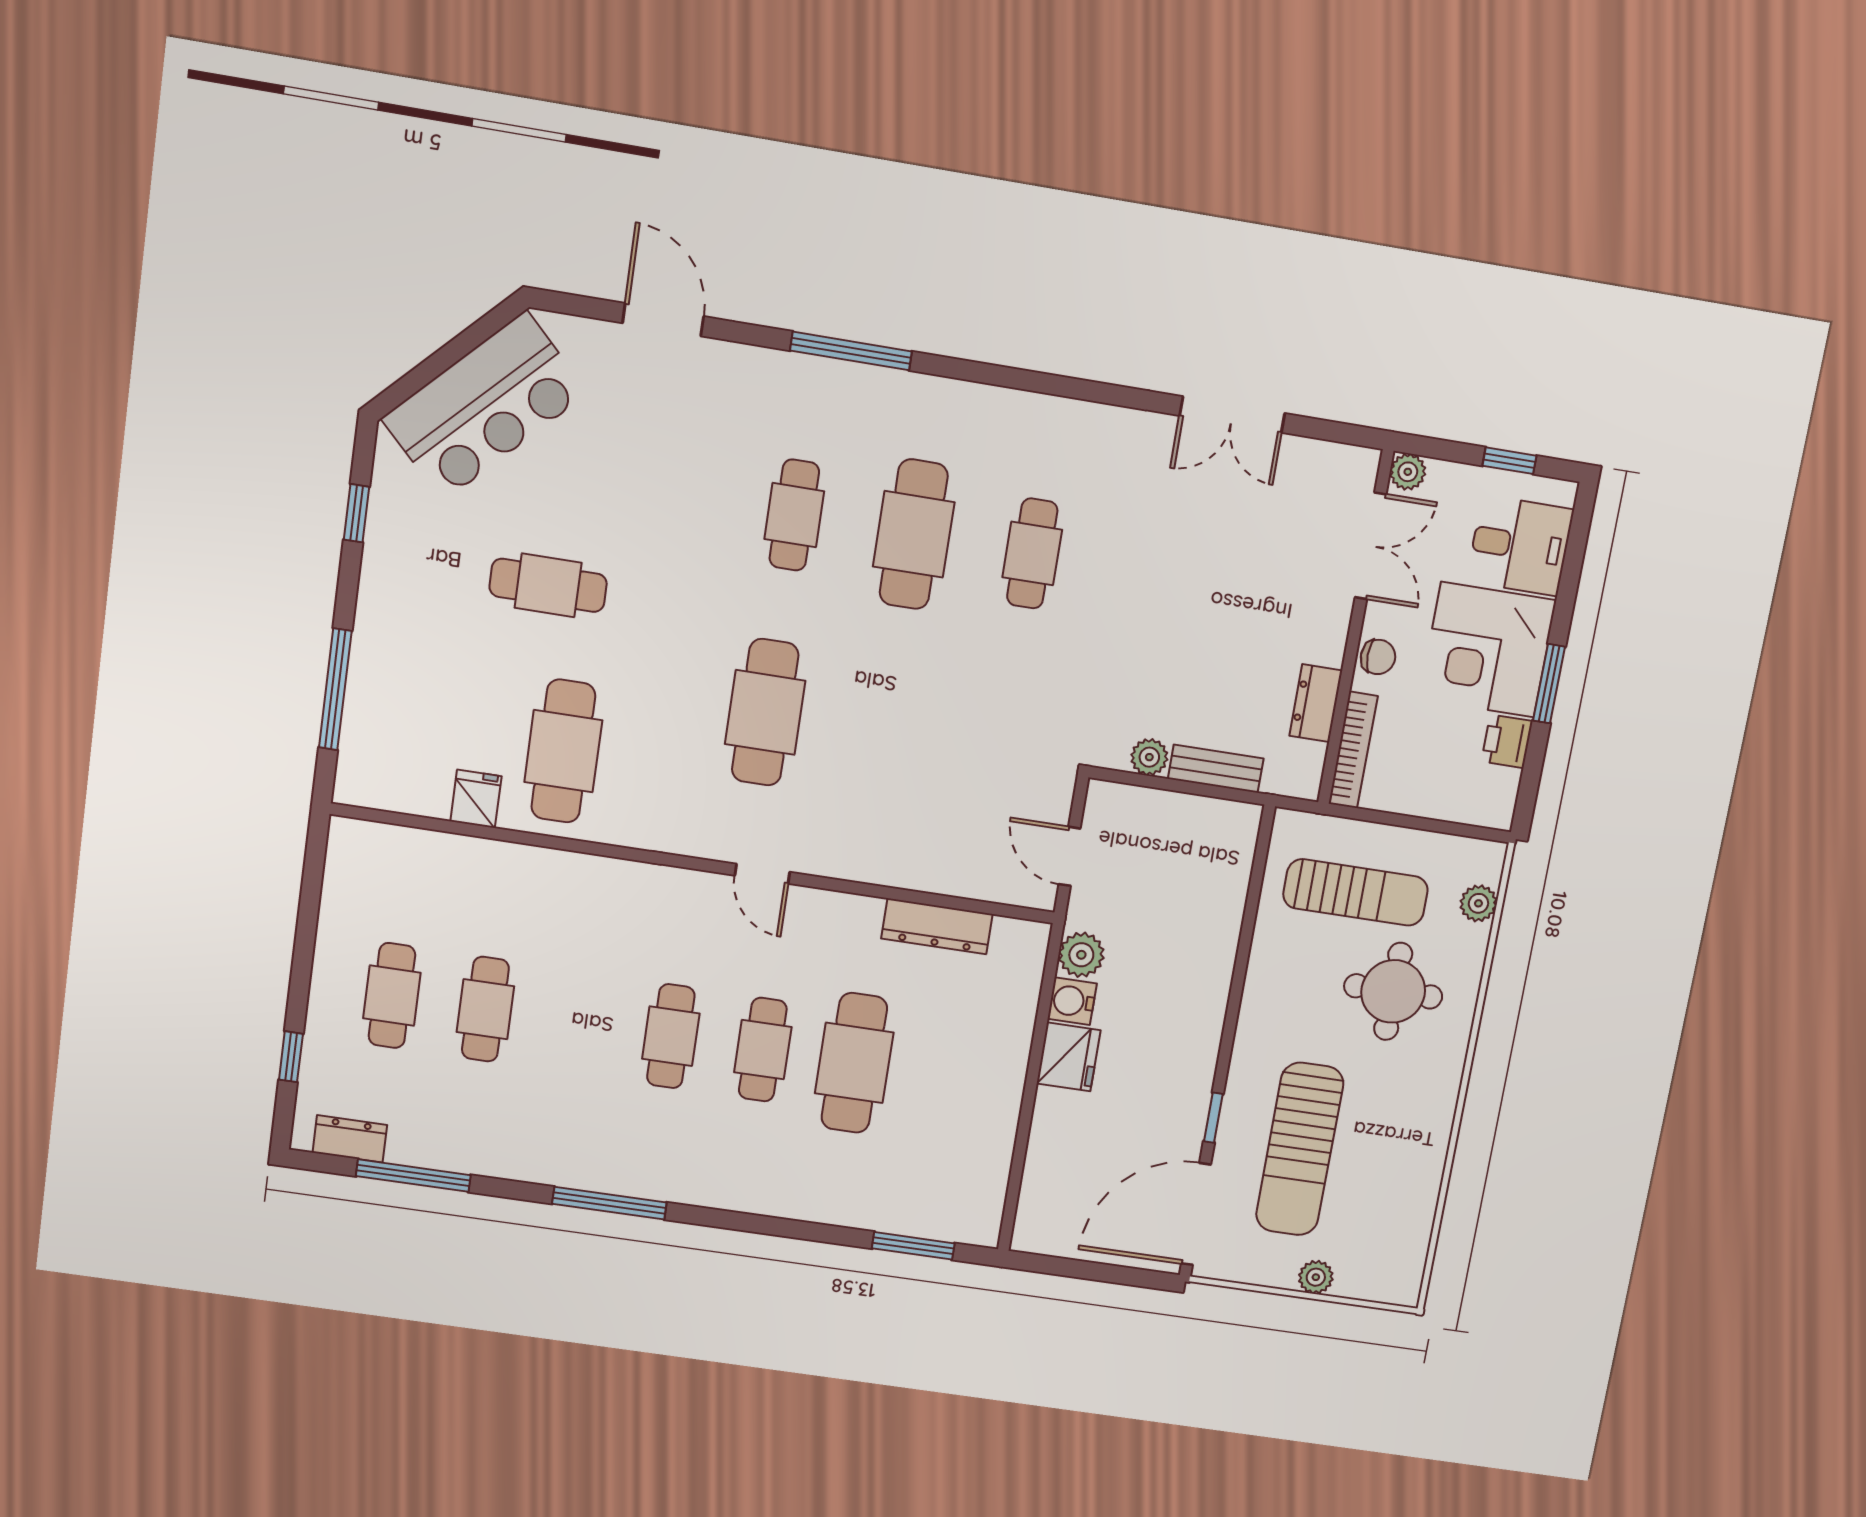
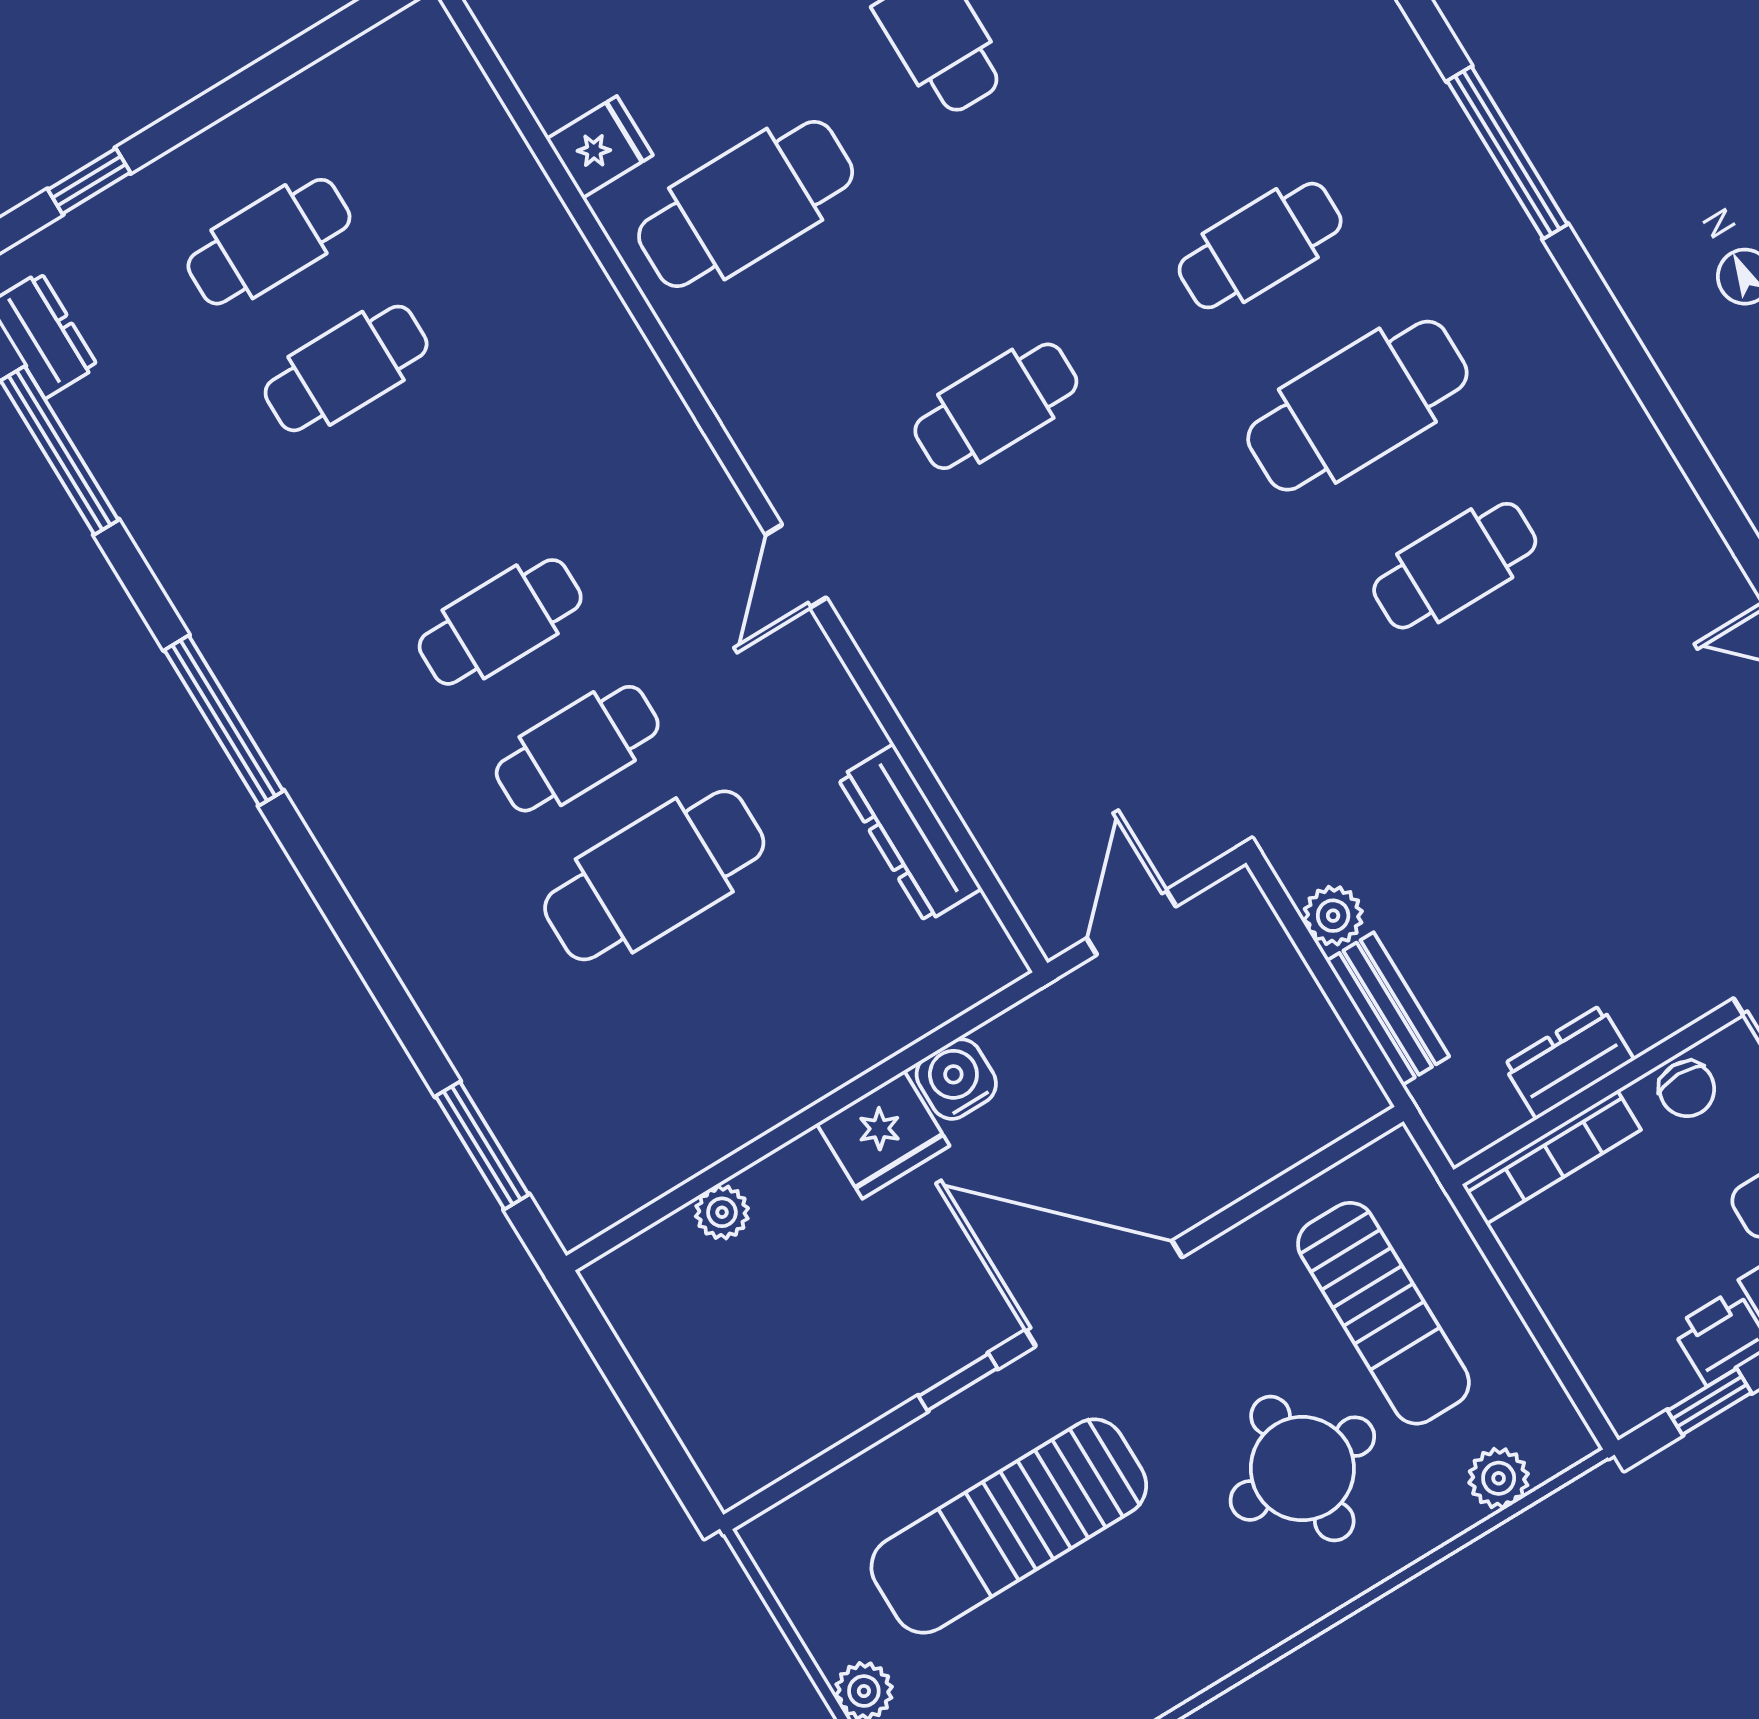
cafe table: (765, 712) -> (996, 406), width x0.73, depth x0.74
window: (1531, 773) -> (1710, 1402), added
plant: (1081, 955) -> (722, 1212), moved, width x0.73, depth x0.73
door: (1196, 1214) -> (1104, 1293), moved

